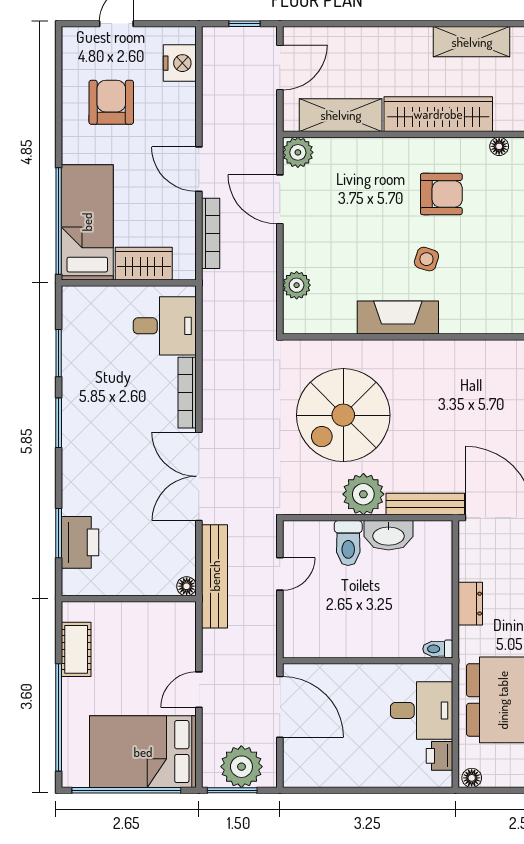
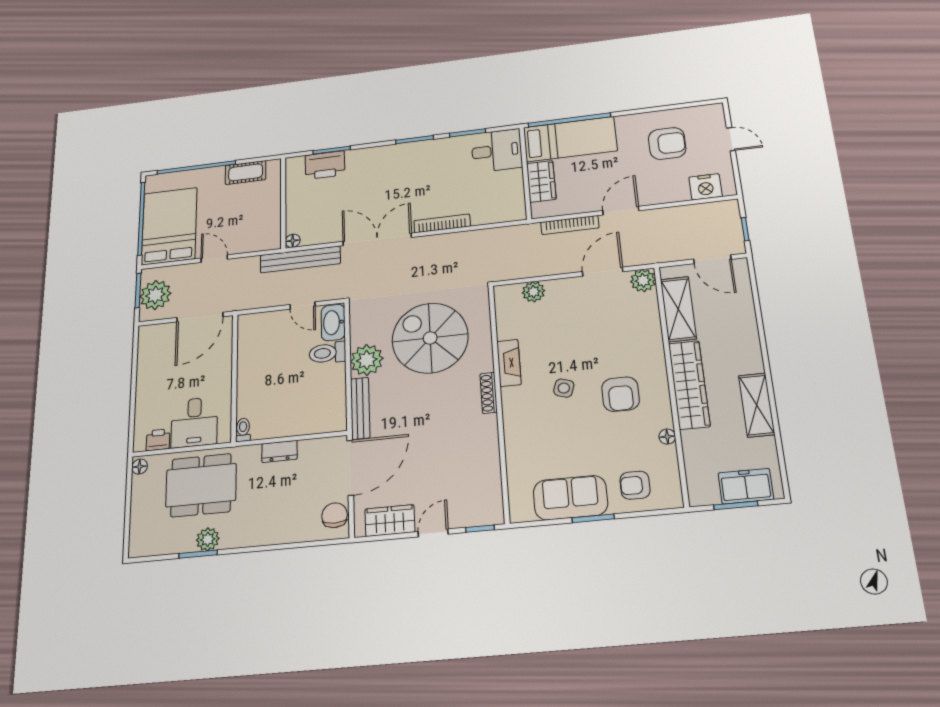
fireplace: (398, 317) -> (509, 363), width x0.73, depth x0.76
desk: (165, 326) -> (497, 151), moved, turned -90
shoe rack: (423, 348) -> (489, 393), added
washbasin: (388, 535) -> (333, 322), moved

